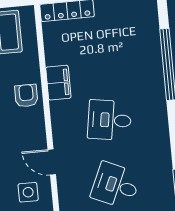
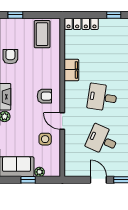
armchair: (26, 96) -> (44, 96), moved, turned 90

